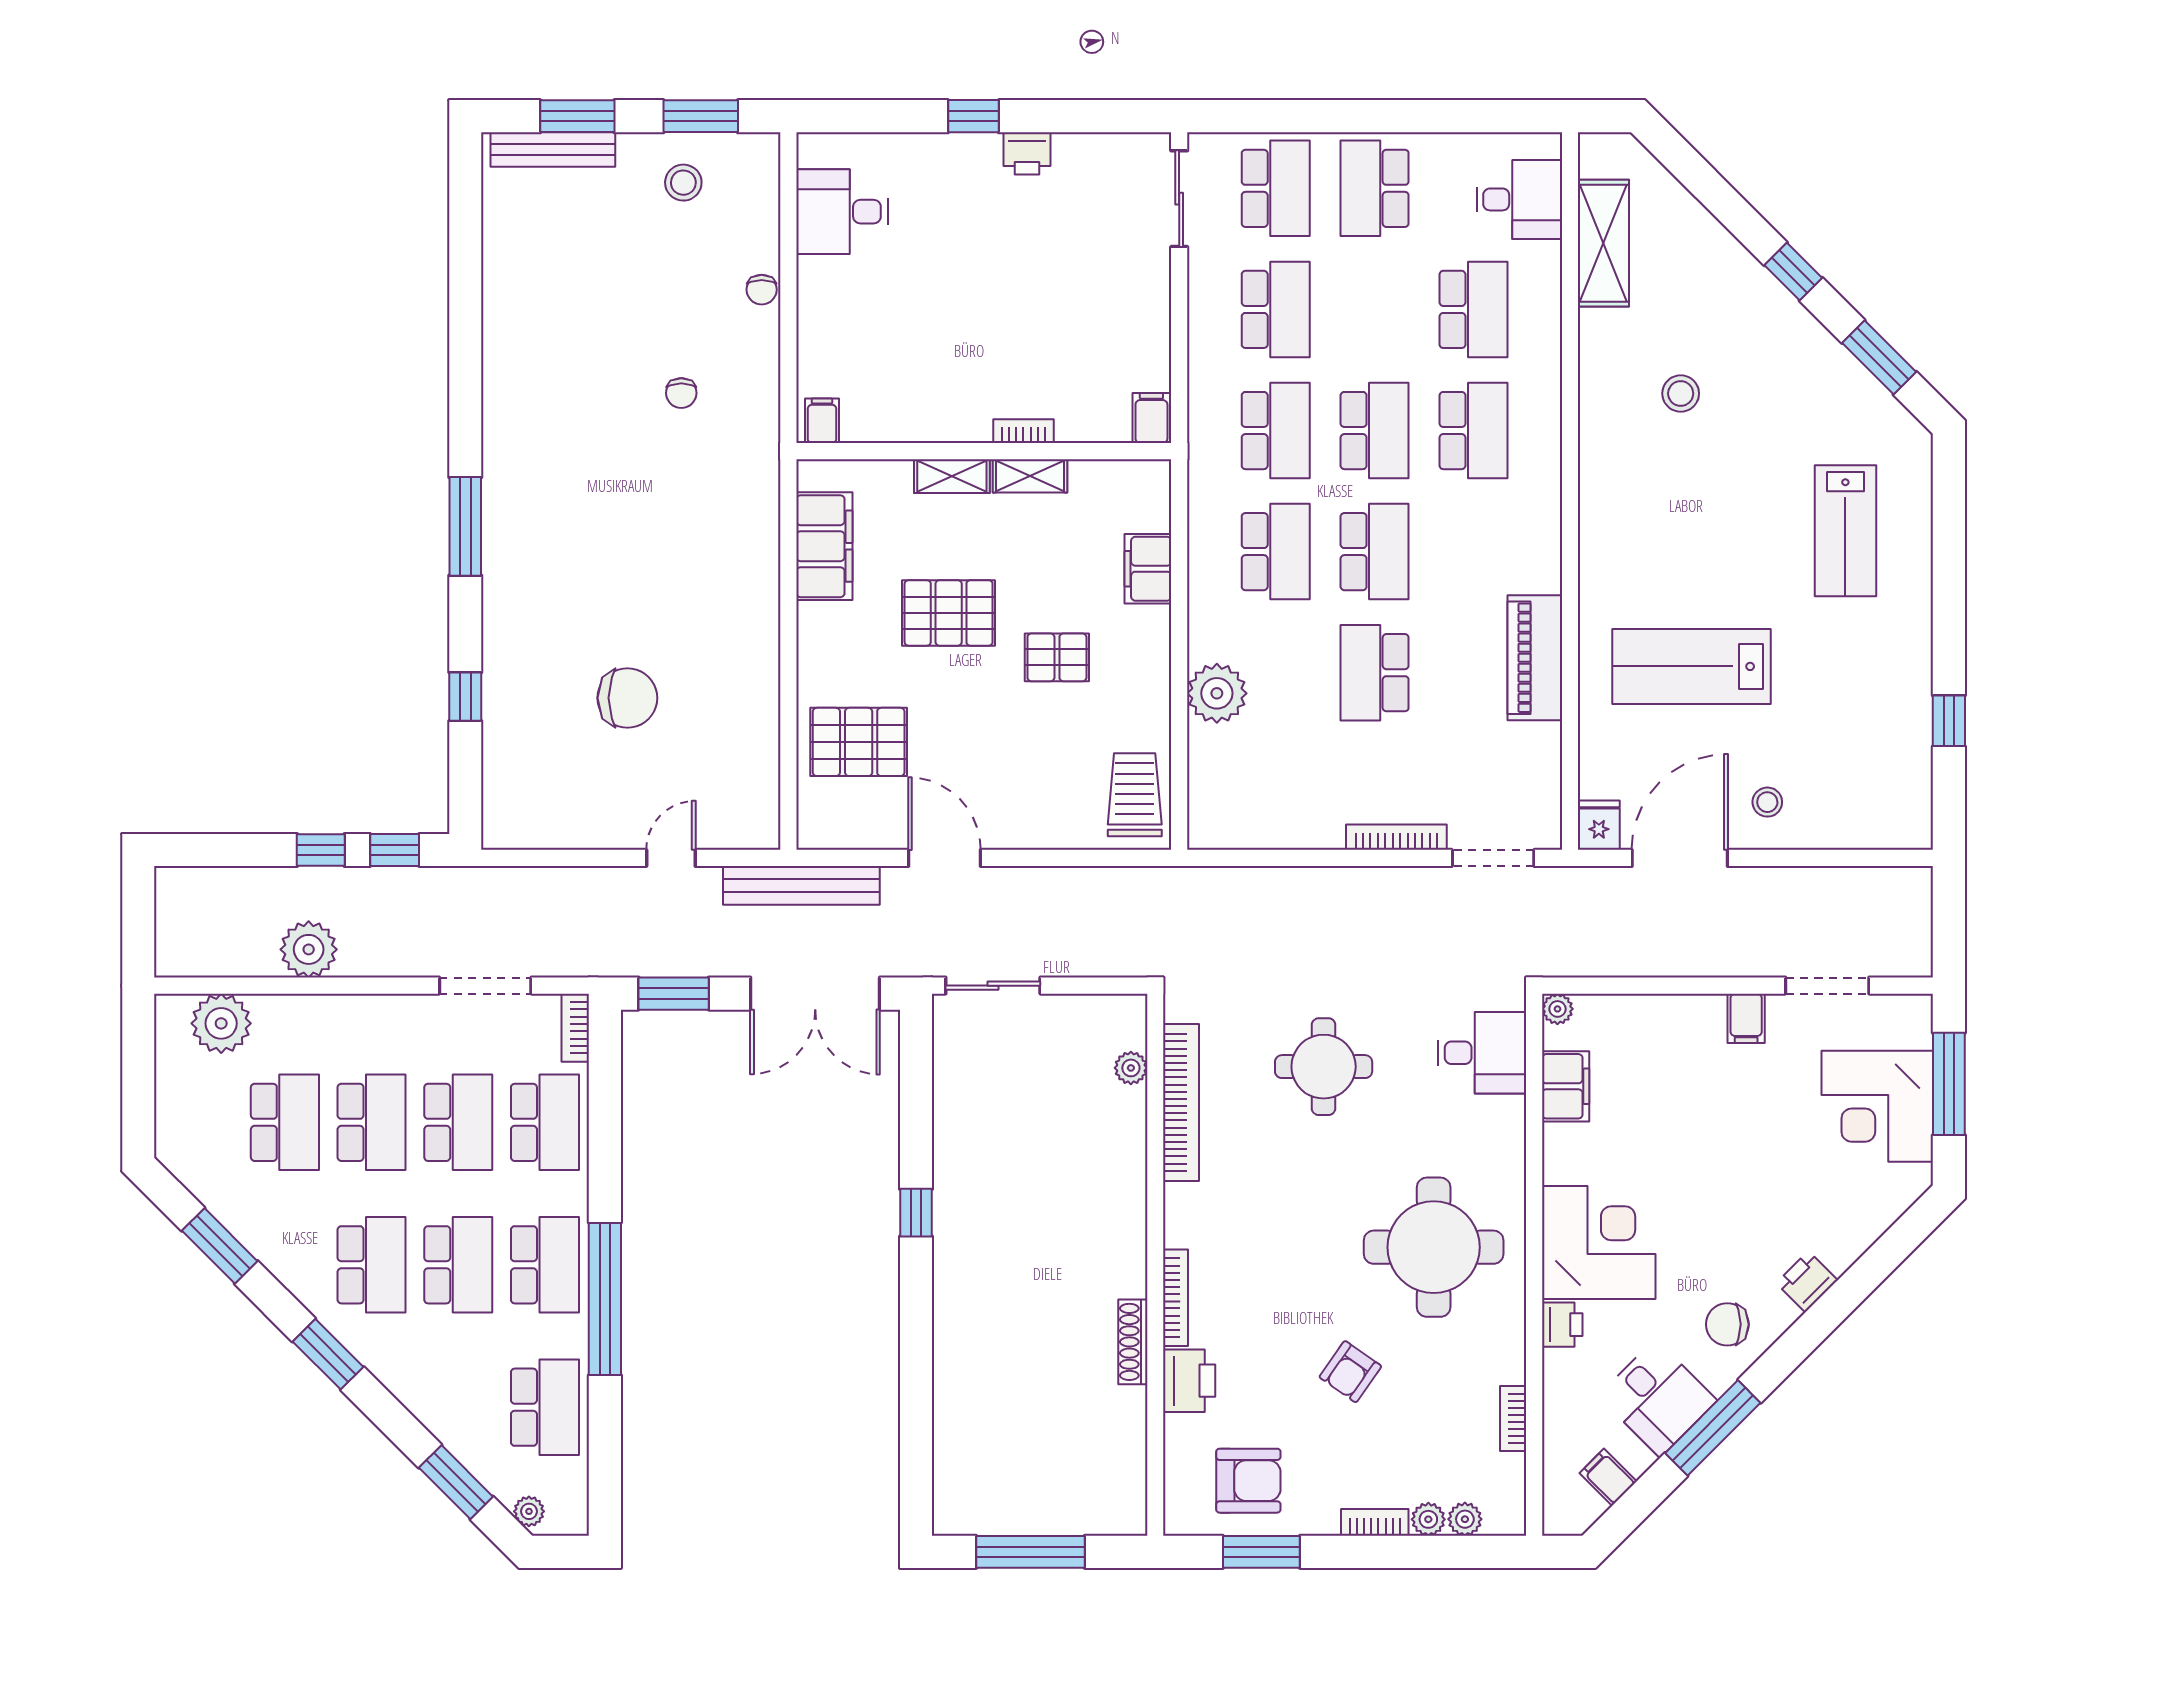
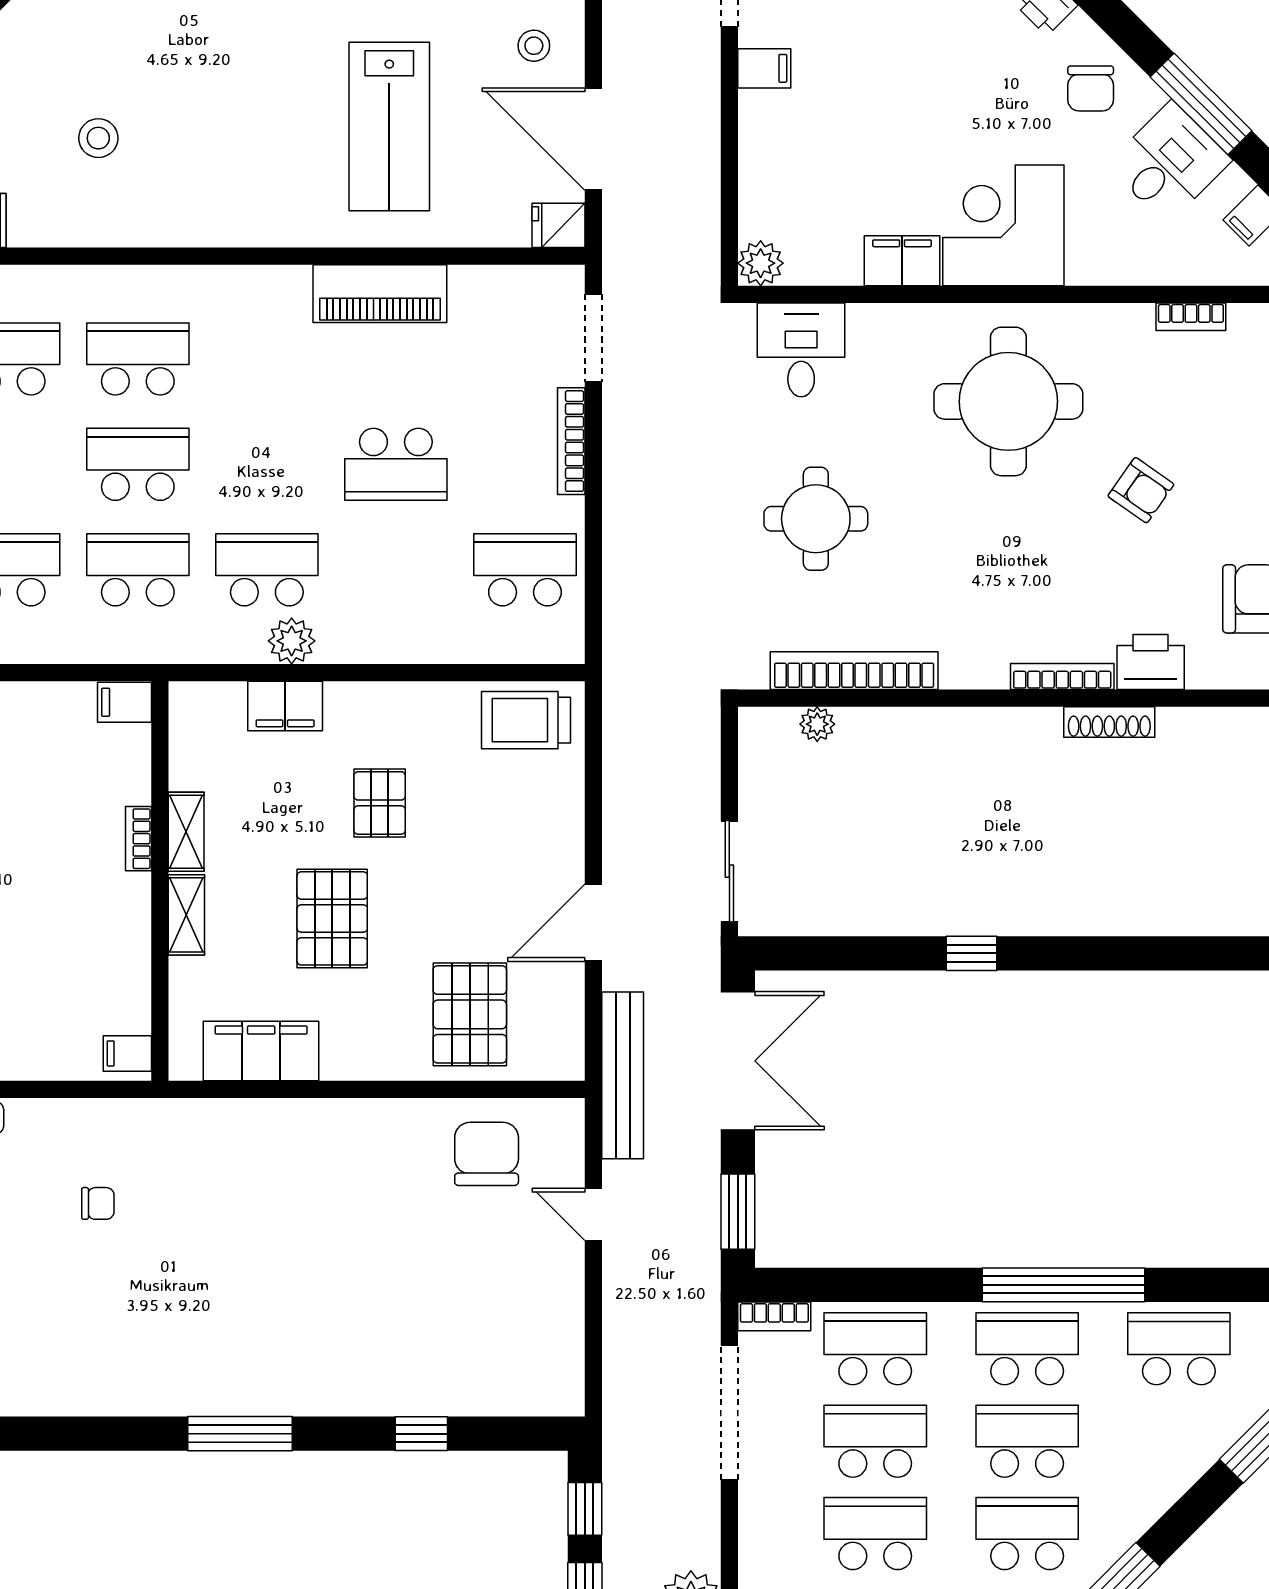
school desk: (1375, 552) -> (525, 570), moved
plant: (1217, 693) -> (292, 641), moved, width x0.73, depth x0.73
chair: (627, 698) -> (487, 1154), moved
doorway: (485, 986) -> (729, 1412), width x1.36
plant: (1557, 1009) -> (761, 263), width x1.38, depth x1.38
filing cabinet: (1566, 1086) -> (902, 261), moved
printer: (1562, 1325) -> (1091, 264), removed

